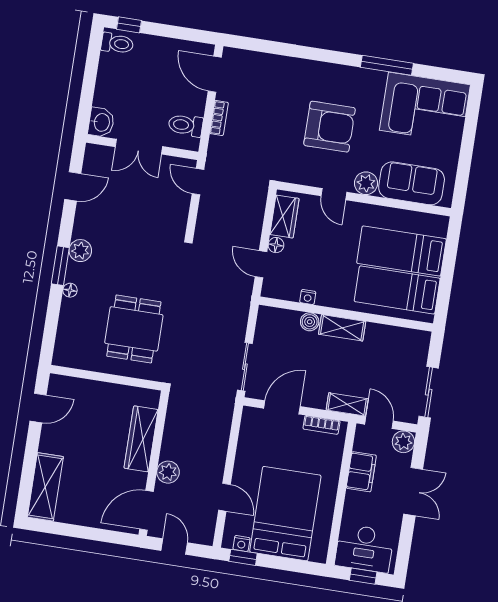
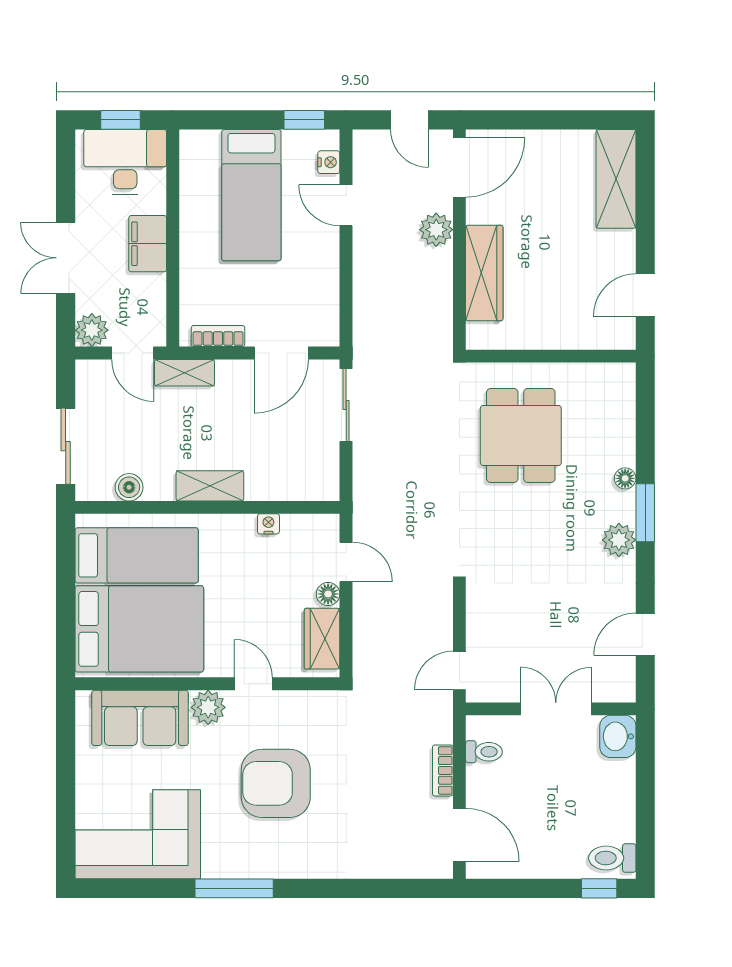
window: (387, 65) -> (234, 888), moved
toilet: (186, 125) -> (484, 752), width x0.73, depth x0.72
door: (198, 182) -> (459, 671), swing flipped
bed: (401, 251) -> (139, 629), width x1.50
boiler: (310, 322) -> (129, 487), moved
sliding door: (429, 392) -> (66, 446), moved
filing cabinet: (361, 472) -> (148, 244), moved
bed: (285, 514) -> (251, 195), width x0.67
nightstand: (241, 544) -> (329, 162), moved, turned 90

